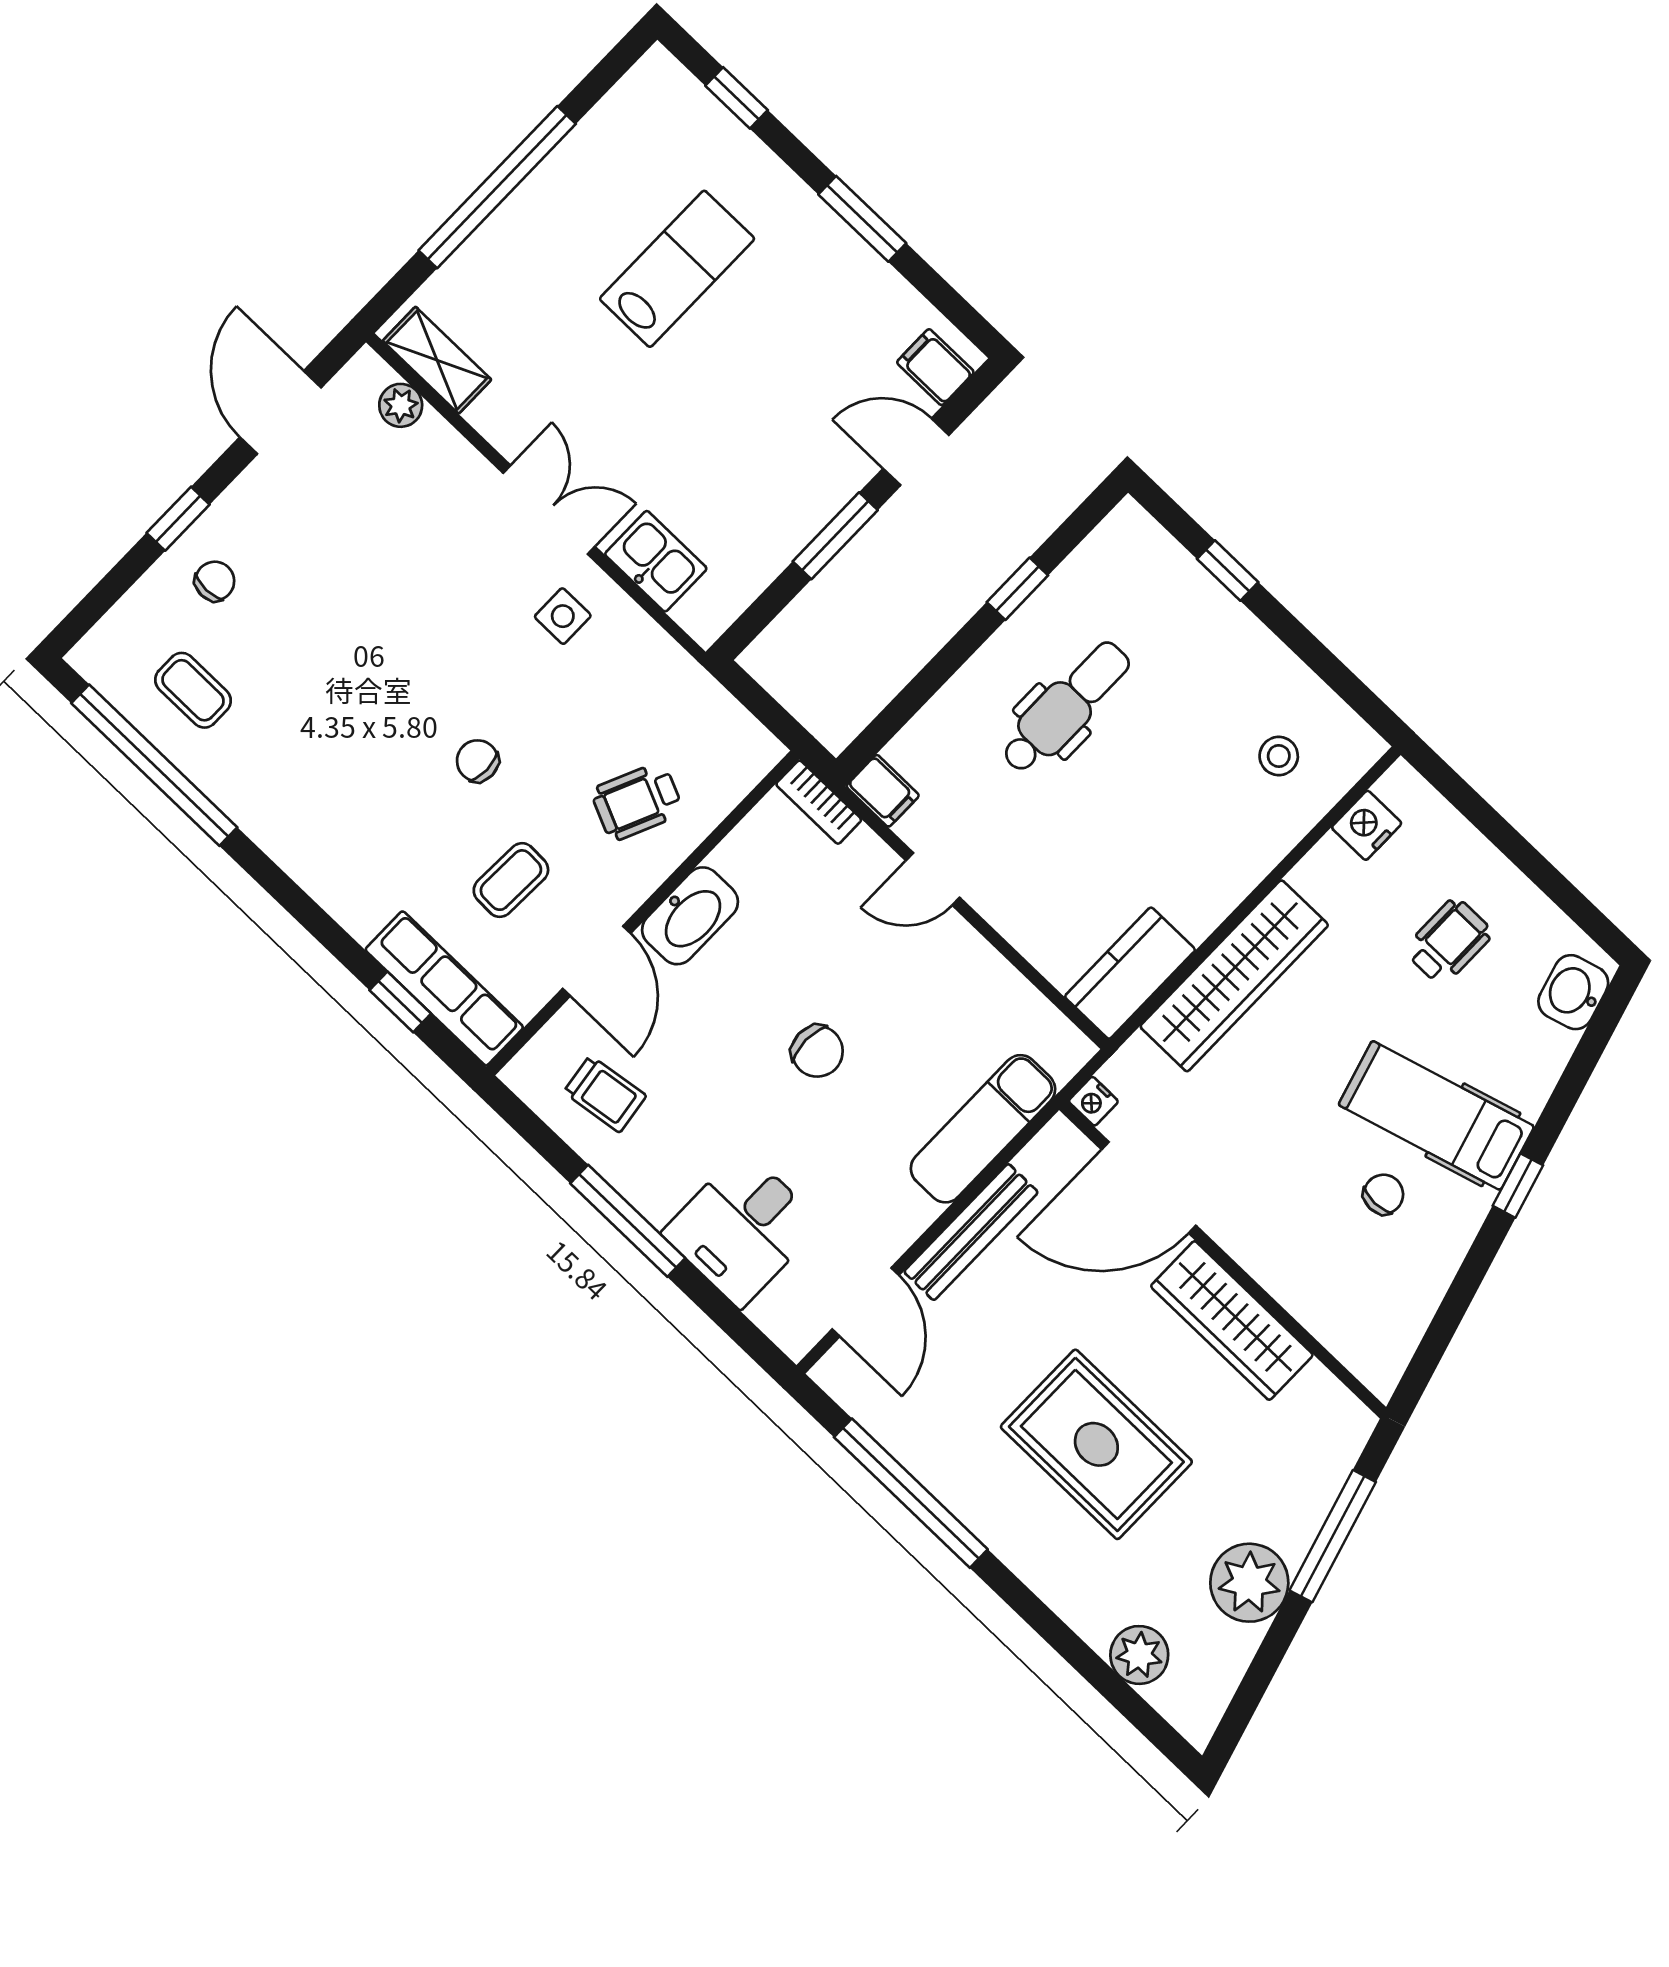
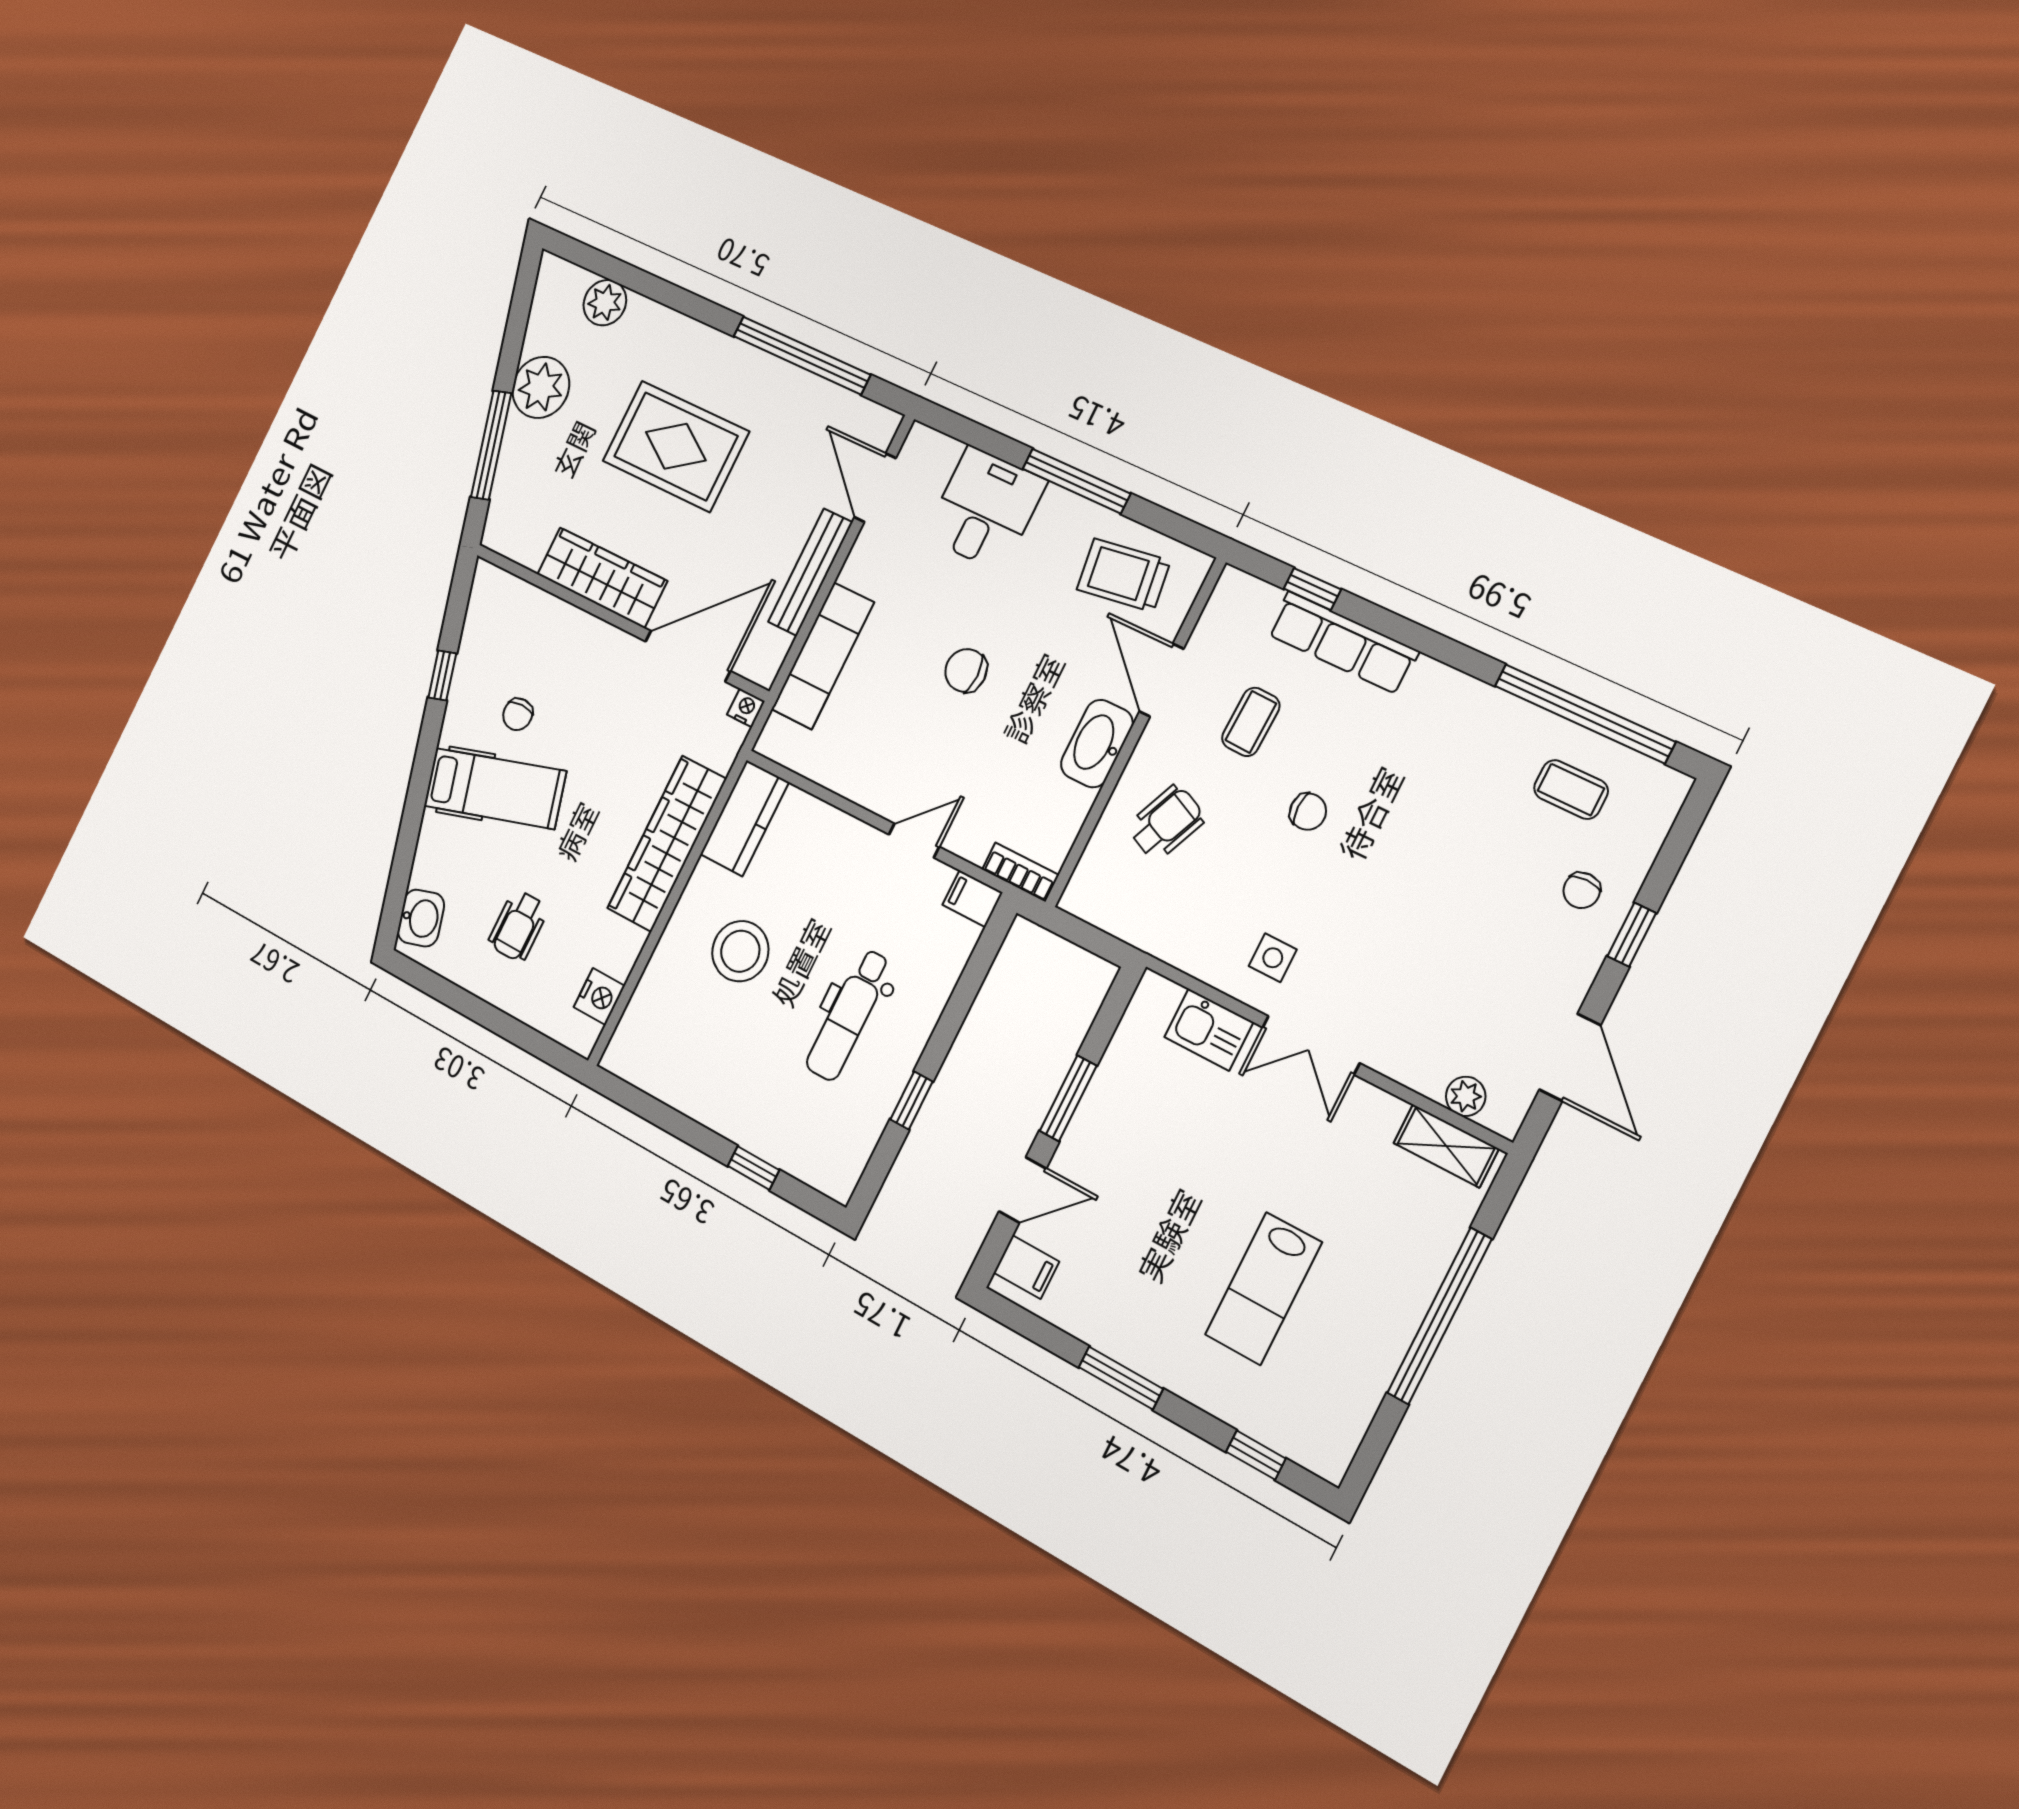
stool: (1279, 756) -> (740, 951), moved, width x1.89, depth x1.89
row of seats: (444, 988) -> (1343, 643), moved
trolley: (605, 1094) -> (1124, 575), width x1.36, depth x1.39
window: (1518, 1186) -> (442, 675), moved

